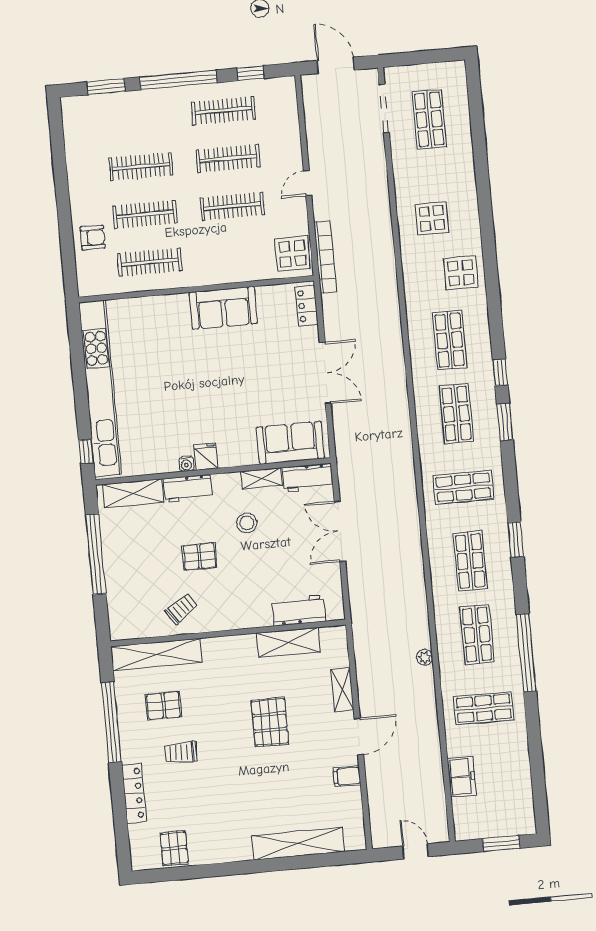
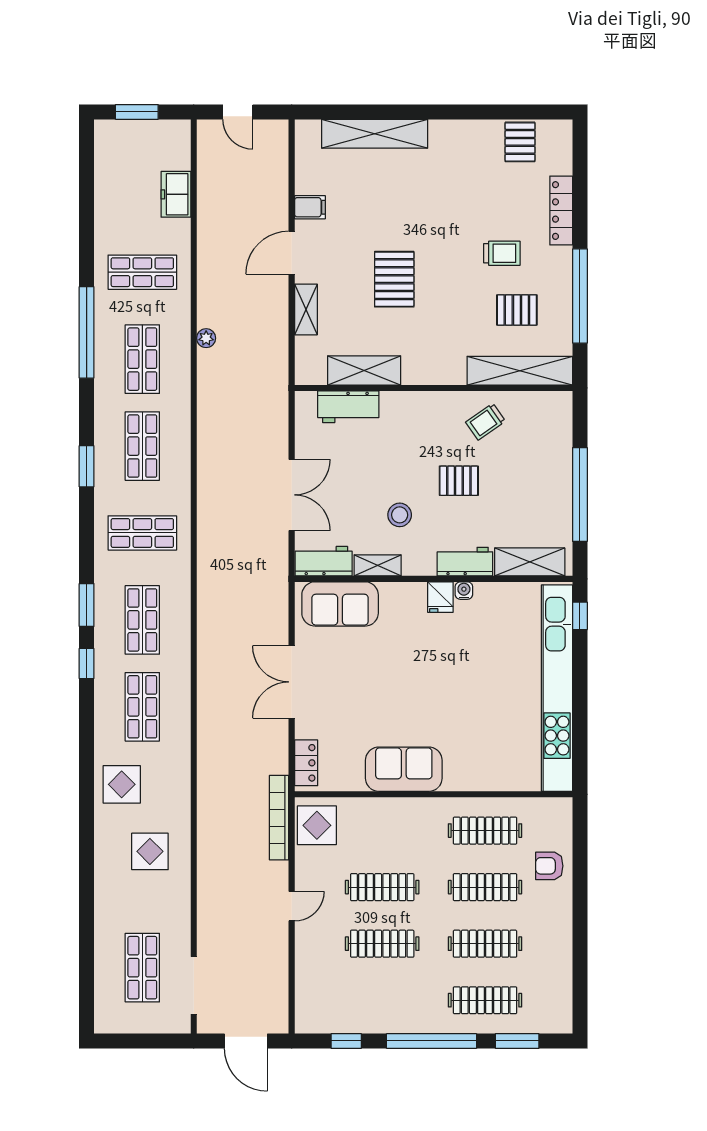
clothes rail: (223, 111) -> (485, 1000), moved

